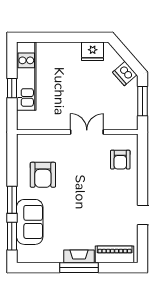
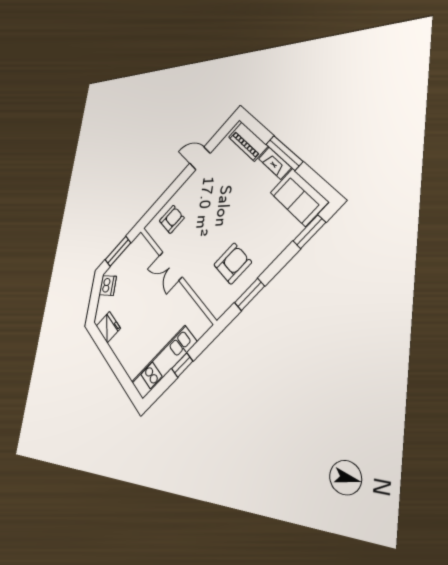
window: (12, 200) -> (249, 294), moved
sofa: (30, 222) -> (299, 197), moved, turned -90

